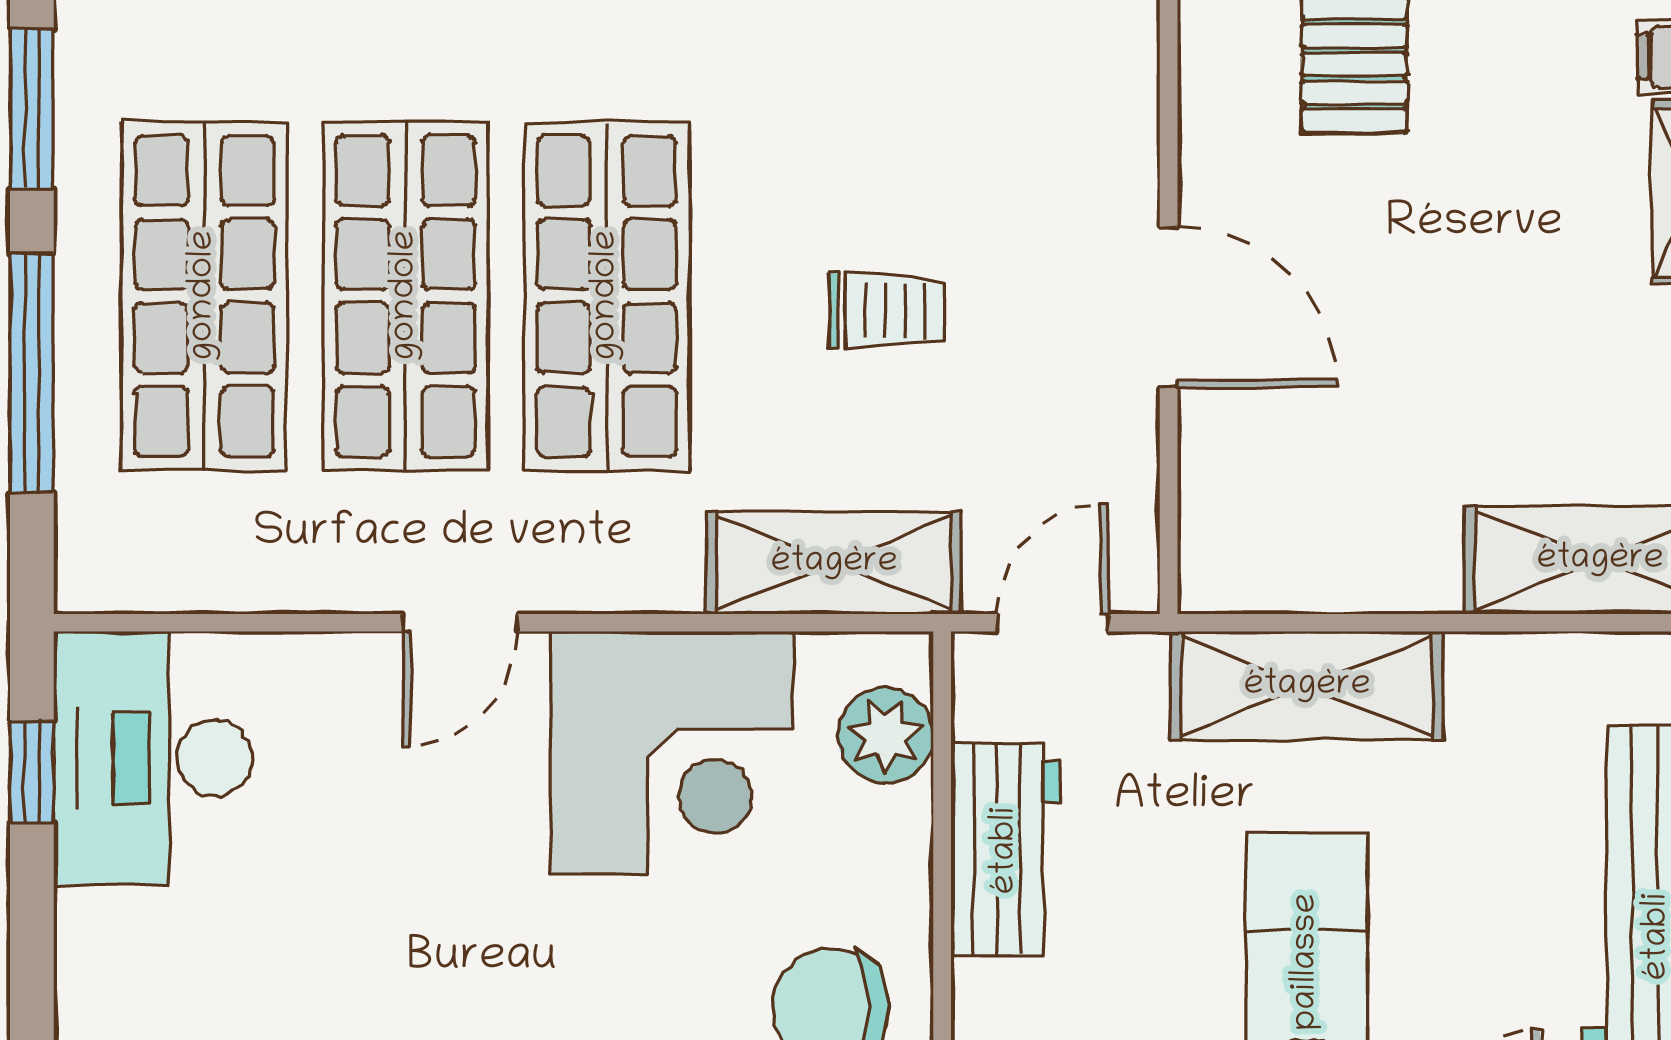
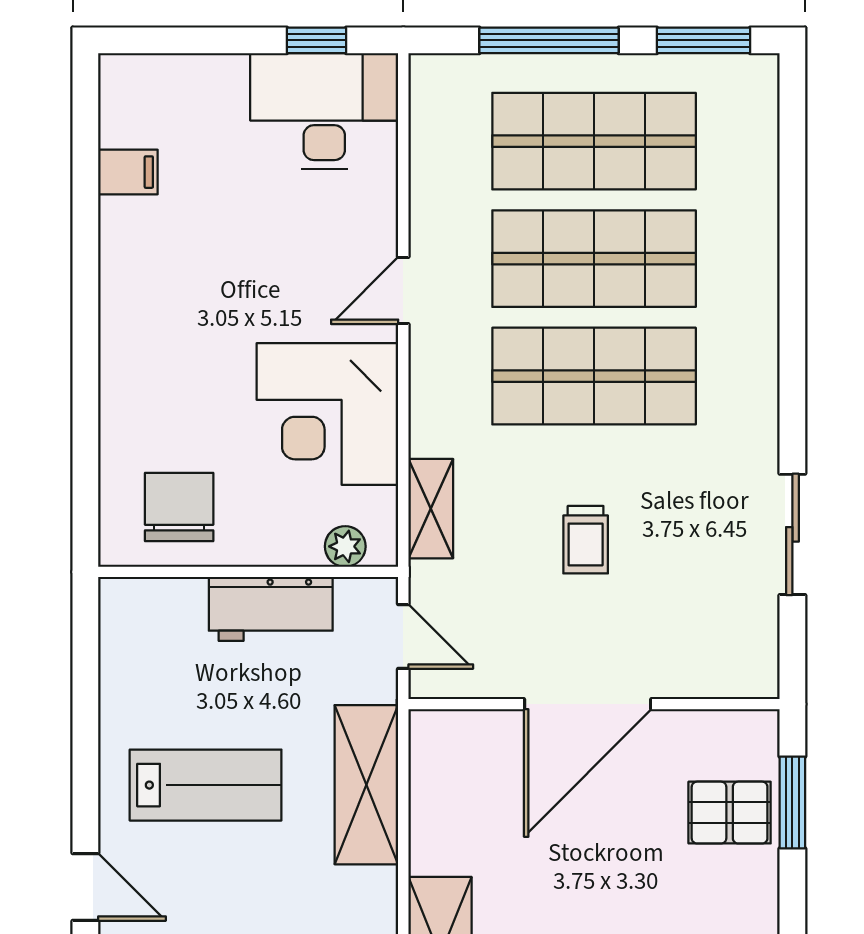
door: (1169, 307) -> (588, 704), width x1.36
shelving: (834, 563) -> (431, 509), width x0.67, depth x0.75
door: (460, 623) -> (403, 291), hinge flipped
plant: (885, 735) -> (345, 546), width x0.73, depth x0.73

